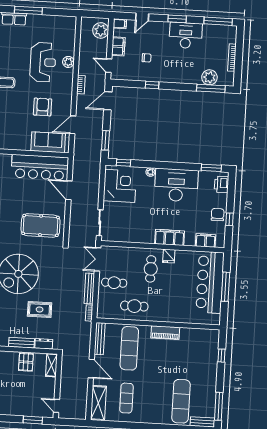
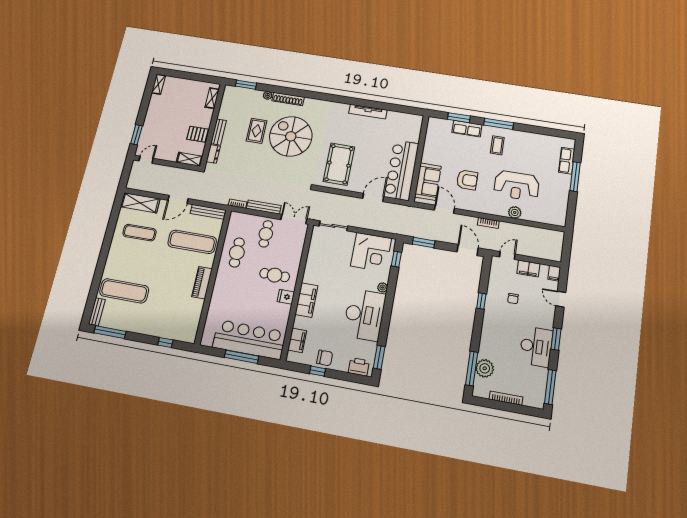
plant: (101, 30) -> (548, 251), removed
rug: (40, 310) -> (257, 131), moved

